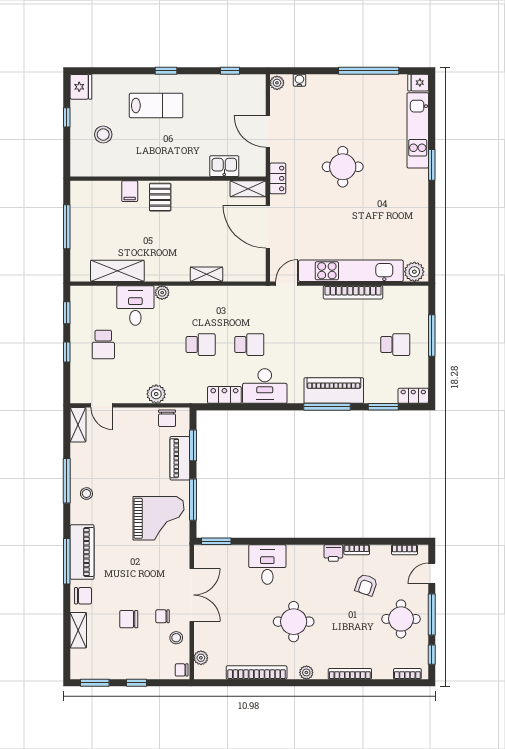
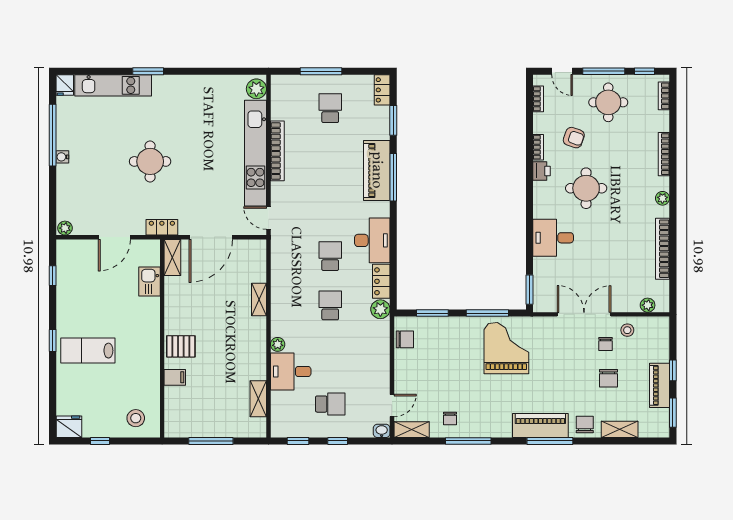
water cooler: (299, 80) -> (62, 157), moved
lab bench: (156, 105) -> (88, 351), turned -90
stool: (103, 135) -> (136, 418), moved
shelving: (117, 271) -> (258, 399), width x0.67, depth x0.75
plant: (156, 394) -> (380, 309), moved
washbasin: (77, 395) -> (382, 431), added
piano: (180, 458) -> (660, 385), moved, turned 90
stool: (86, 494) -> (481, 421), removed
round table: (294, 622) -> (586, 188), moved
chair: (182, 670) -> (450, 418), moved

